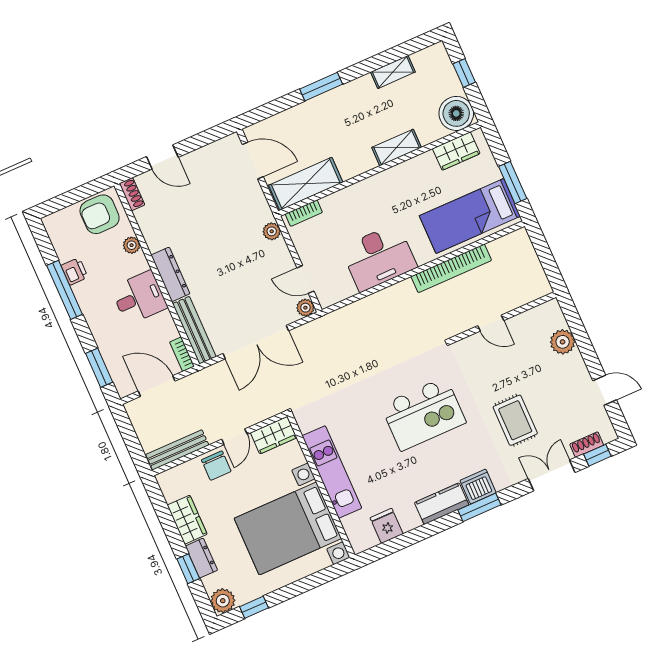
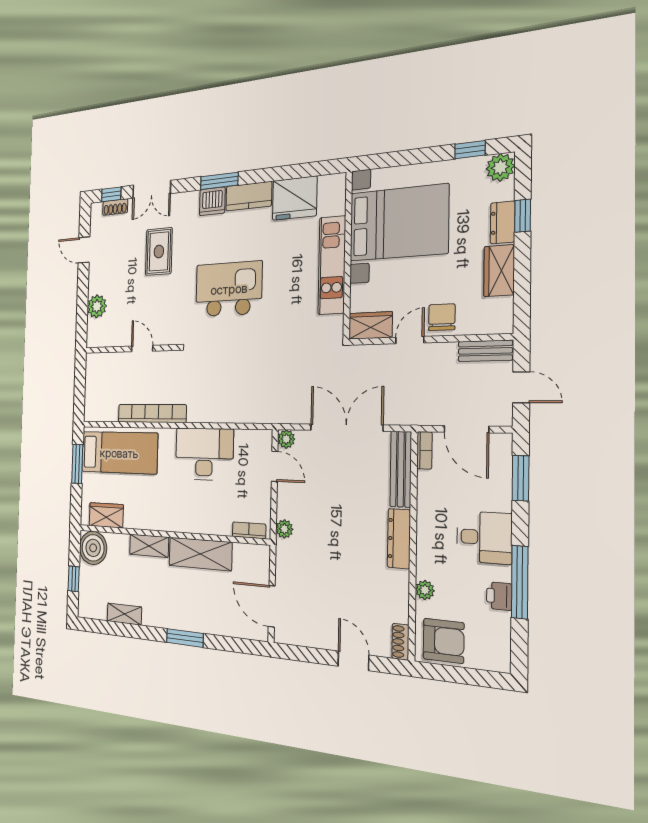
shelving: (306, 184) -> (200, 554), moved
desk: (139, 298) -> (484, 537), moved, turned 180
door: (130, 437) -> (521, 387), added
bench: (177, 450) -> (485, 351), width x0.73
fridge: (387, 526) -> (295, 198), width x1.88, depth x1.34

